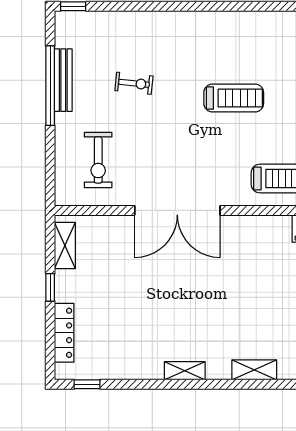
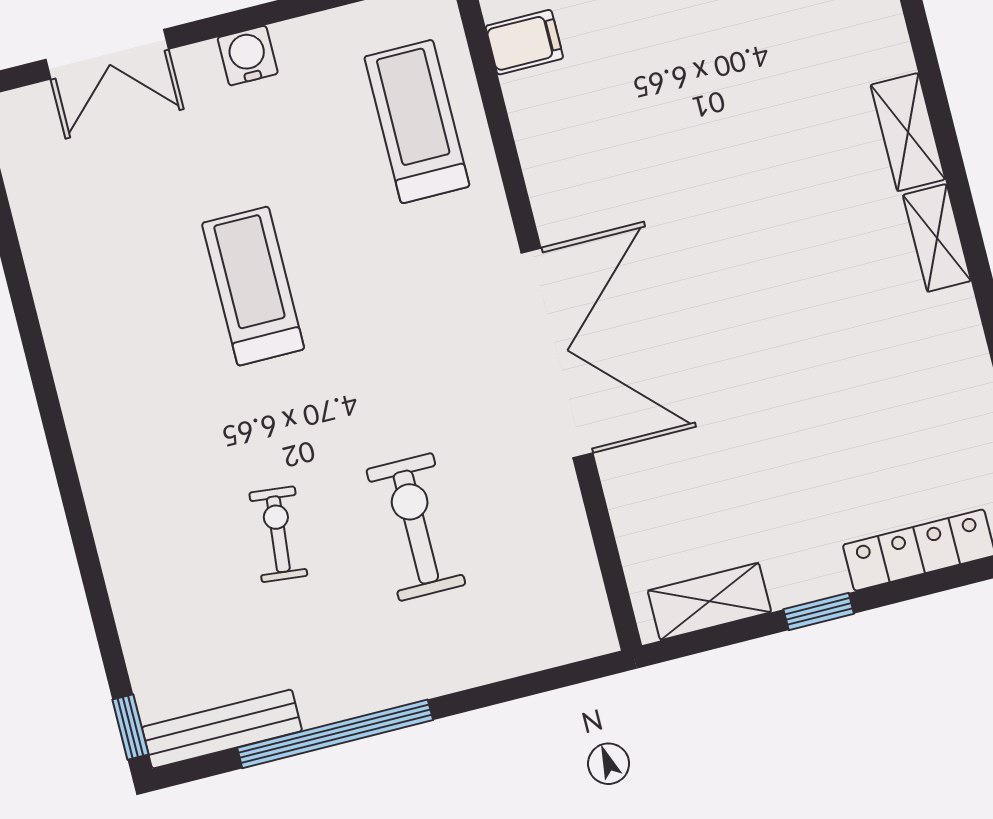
bench: (63, 80) -> (222, 729), moved
exercise bike: (98, 160) -> (416, 527), moved, turned -90
shelving: (254, 370) -> (908, 132), moved

